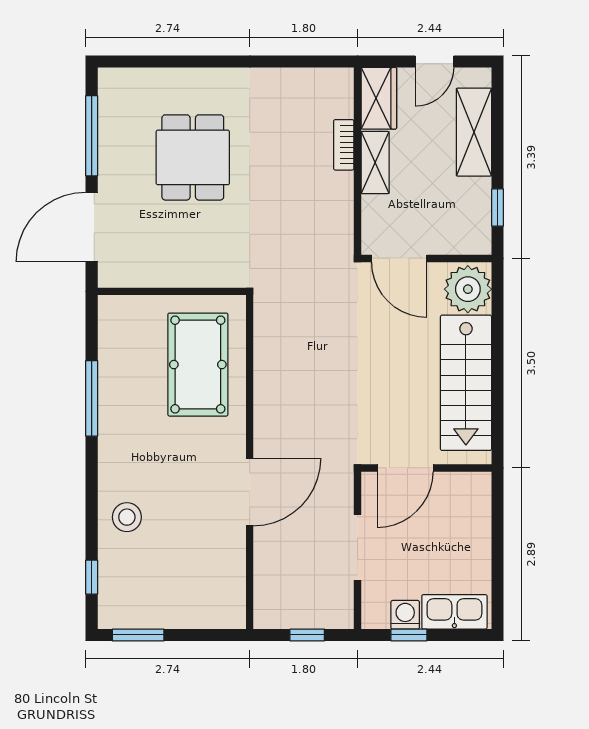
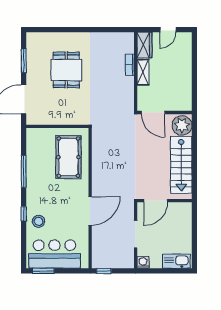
shelving: (474, 132) -> (185, 59), removed
window: (92, 136) -> (24, 61), width x0.69
window: (497, 207) -> (194, 91), removed
window: (92, 577) -> (24, 214), moved
bar counter: (165, 595) -> (55, 254), added
washing machine: (405, 615) -> (143, 262), moved
window: (307, 635) -> (104, 271), moved
window: (409, 635) -> (157, 271), removed

